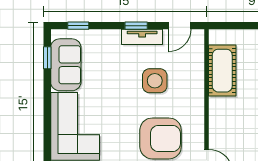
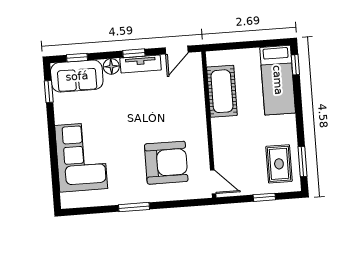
floor lamp: (112, 37) -> (111, 66), added
sofa: (66, 65) -> (77, 76), moved, turned 90
side table: (155, 81) -> (156, 106), removed

